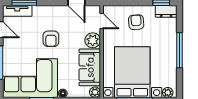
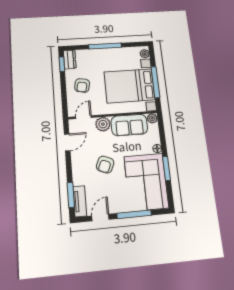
armchair: (136, 22) -> (82, 85), turned -75
armchair: (51, 39) -> (105, 165), turned 113

